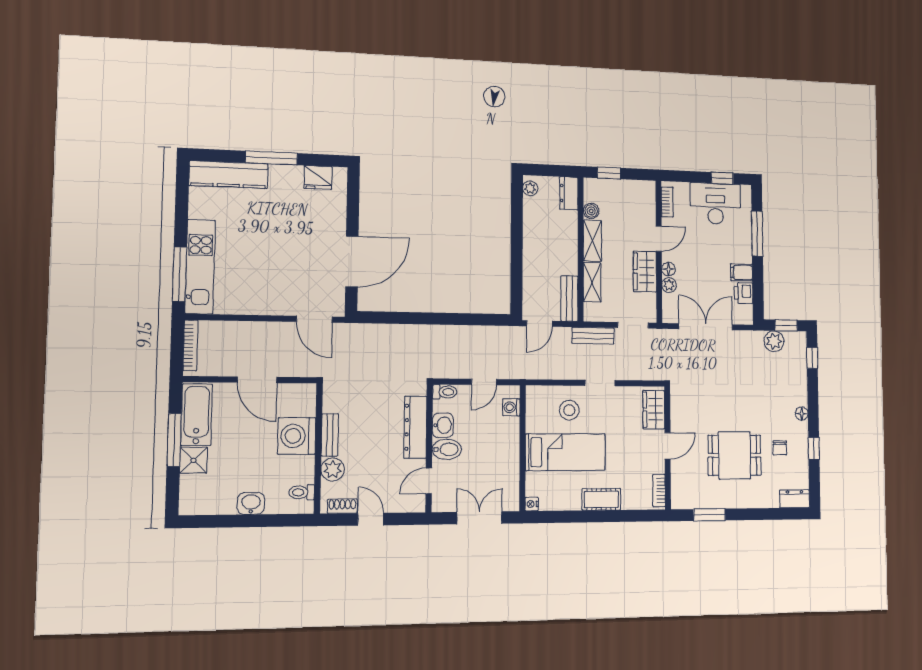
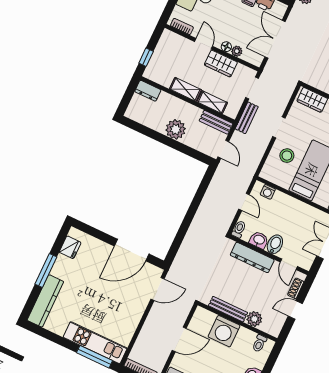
plant: (530, 188) -> (176, 129), moved, width x1.88, depth x1.88
boiler: (591, 211) -> (166, 81), removed
door: (352, 261) -> (132, 250), swing flipped
bench: (330, 435) -> (228, 309), width x1.36
shoe rack: (342, 506) -> (296, 288), moved

